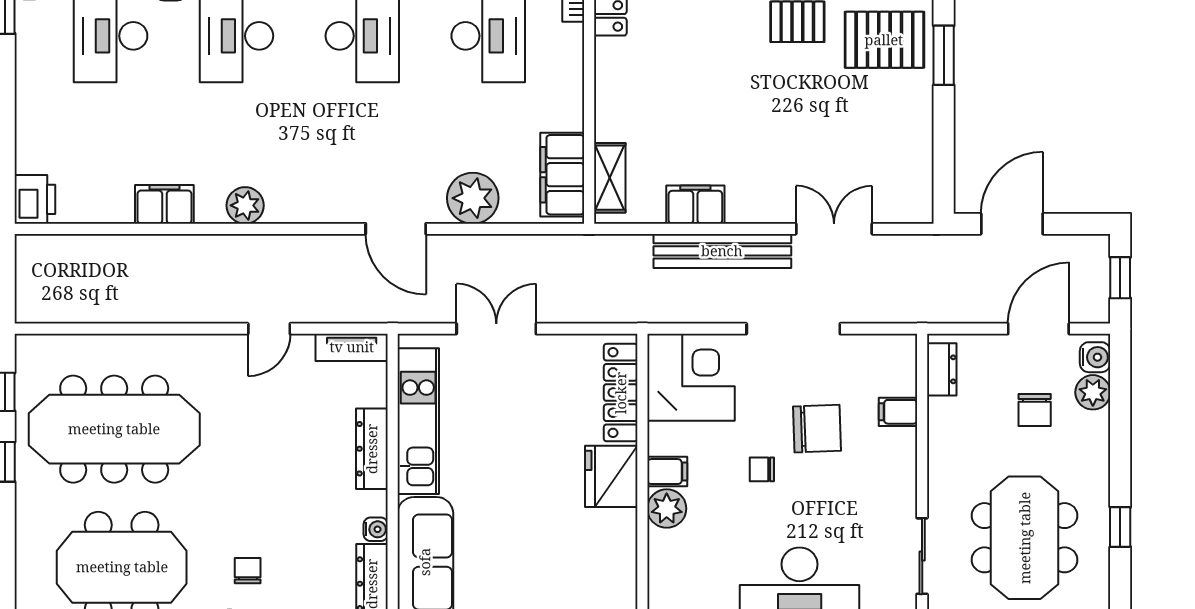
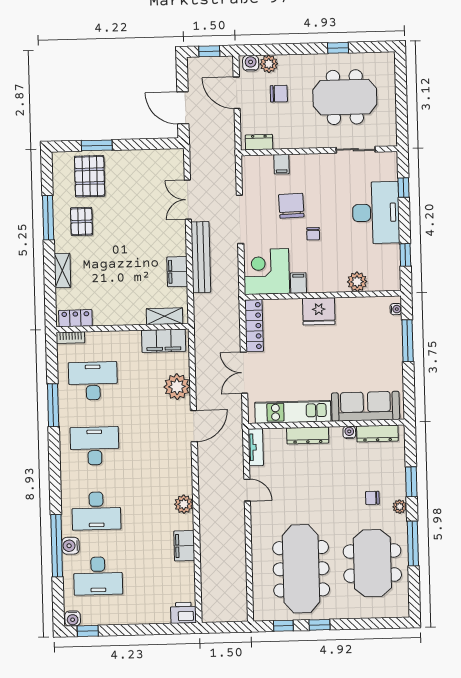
locker: (621, 393) -> (254, 326), moved, turned -90
filing cabinet: (667, 472) -> (298, 283), moved
plant: (667, 509) -> (357, 282), moved

